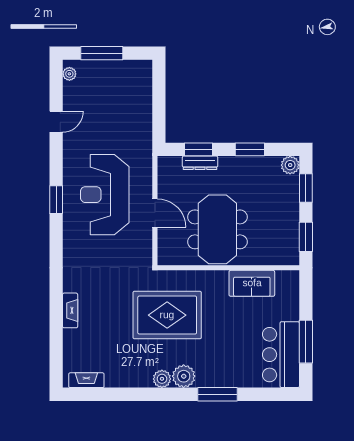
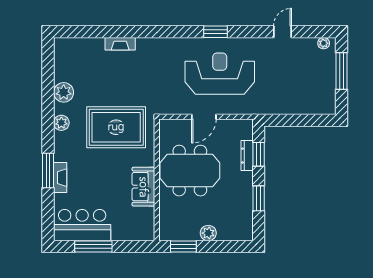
door: (56, 122) -> (282, 32), swing flipped
plant: (290, 165) -> (208, 233), moved
window: (306, 188) -> (225, 247), removed
sofa: (252, 283) -> (143, 187), moved
rug: (167, 315) -> (116, 127), turned 90
plant: (184, 376) -> (64, 92), moved
fireplace: (86, 380) -> (60, 178), moved

